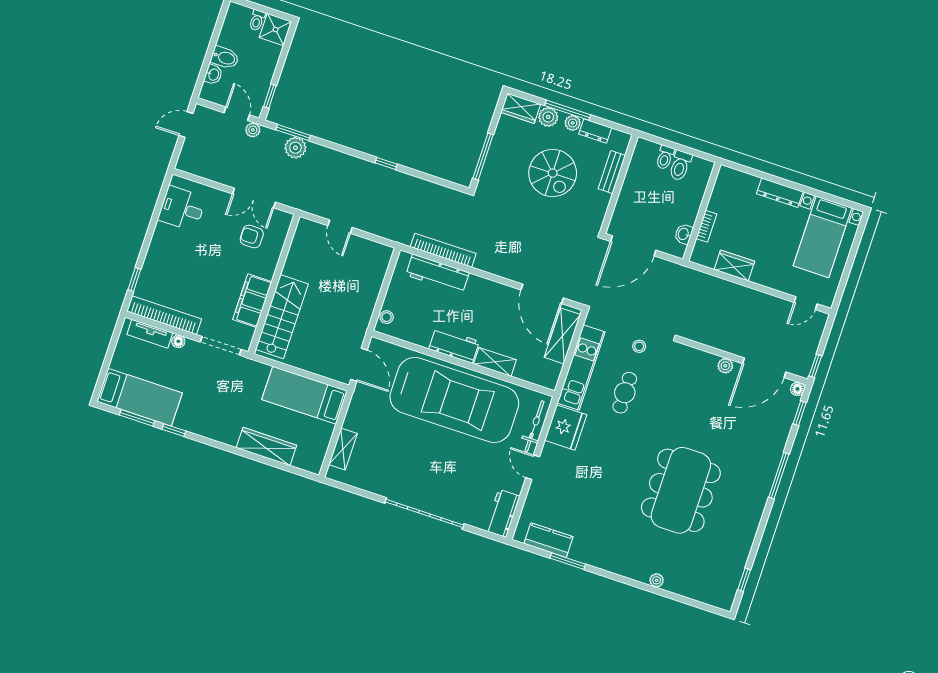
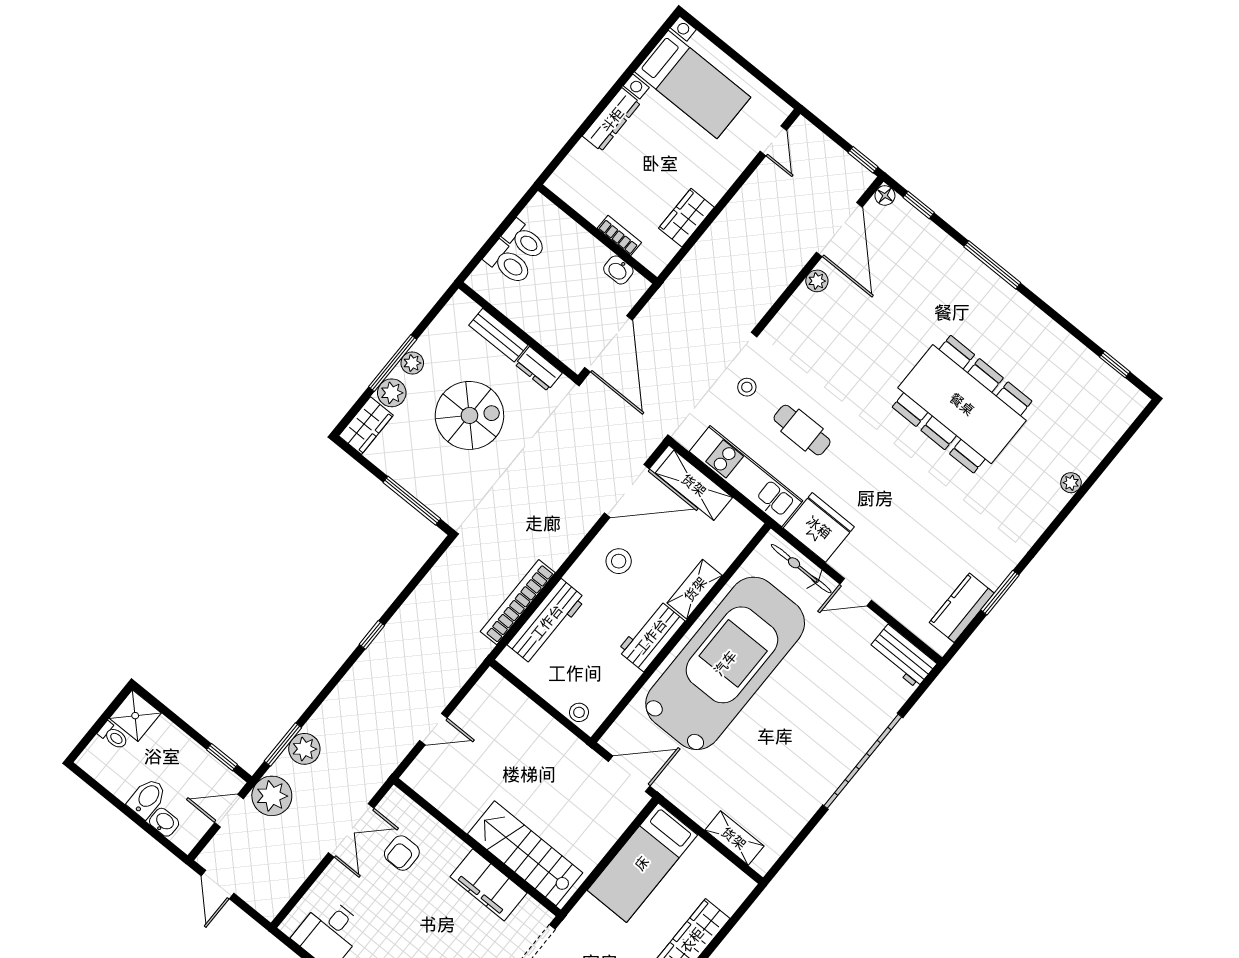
plant: (253, 130) -> (272, 796), width x1.88, depth x1.88
dresser: (595, 131) -> (539, 369), moved, turned 90
toilet: (665, 157) -> (508, 263), width x1.37, depth x1.39
stool: (495, 306) -> (619, 561), added

